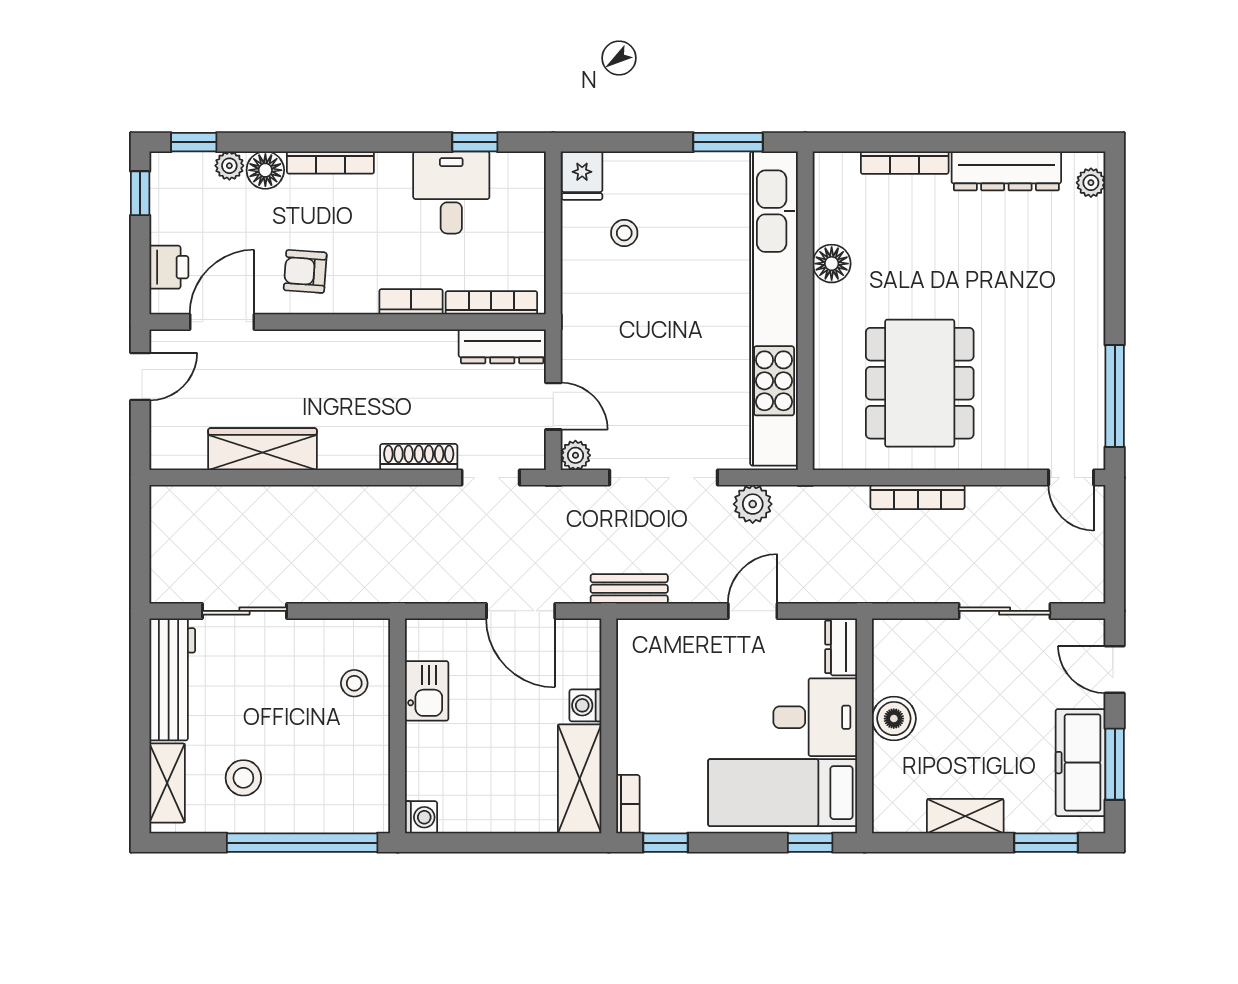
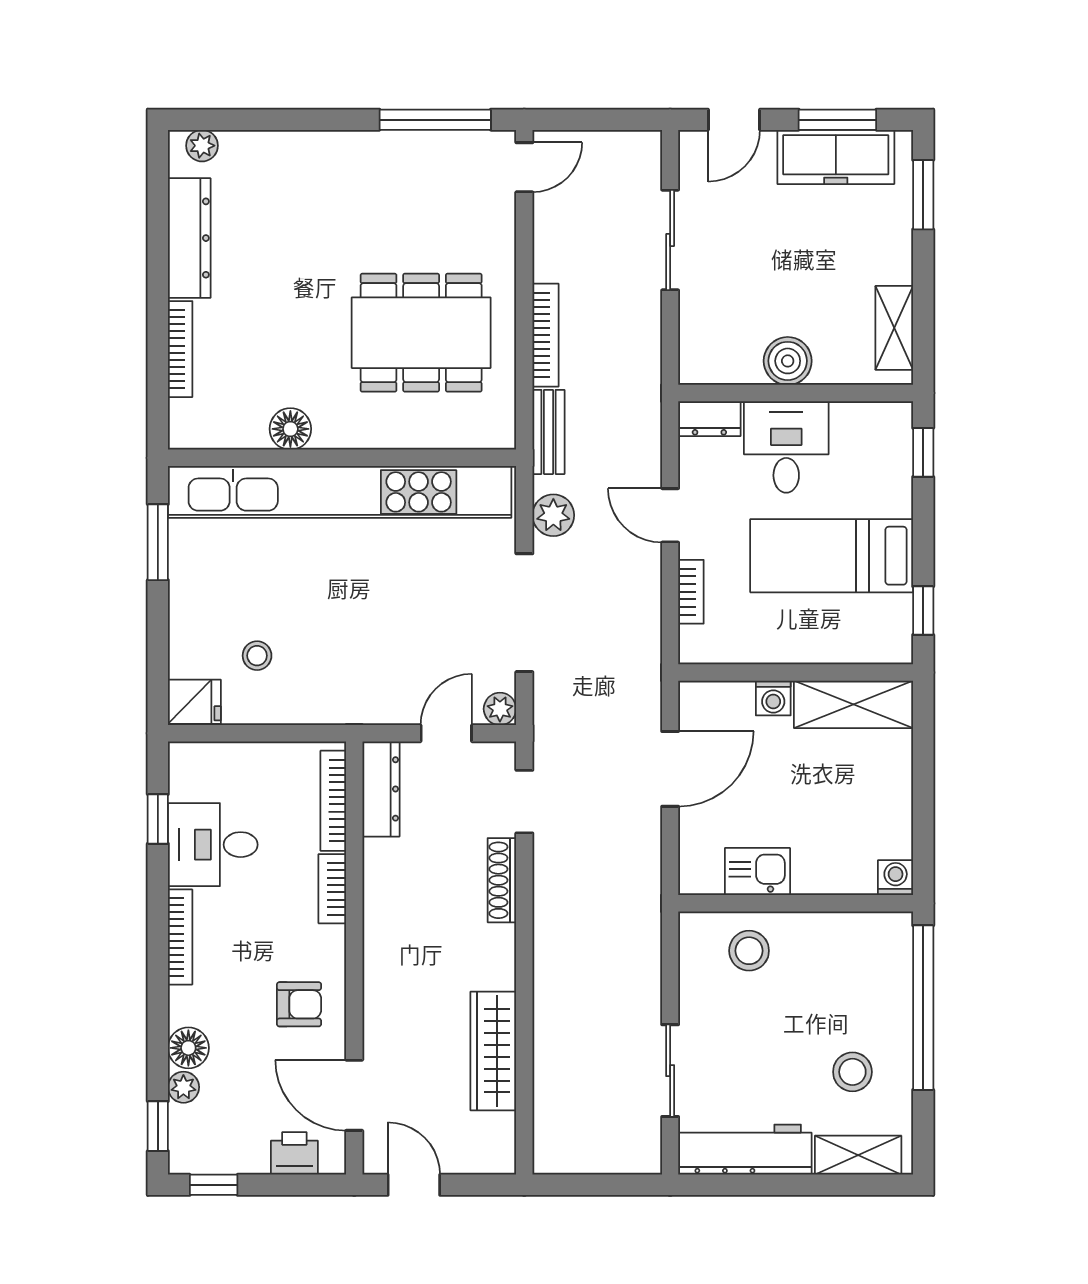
bookcase: (330, 163) -> (180, 937), moved
armchair: (305, 271) -> (299, 1004), turned -94
bench: (629, 589) -> (548, 432), moved
stool: (354, 683) -> (749, 951), width x1.37, depth x1.37
bed: (783, 793) -> (832, 556), moved, turned 90
bookcase: (628, 804) -> (691, 592), moved, turned 90
shelving: (965, 816) -> (894, 328), moved

